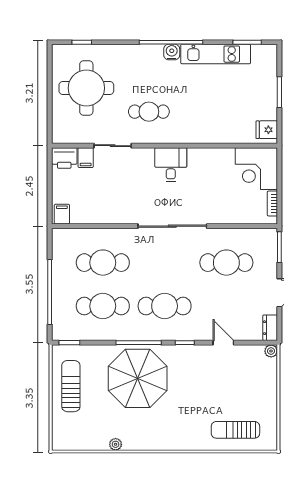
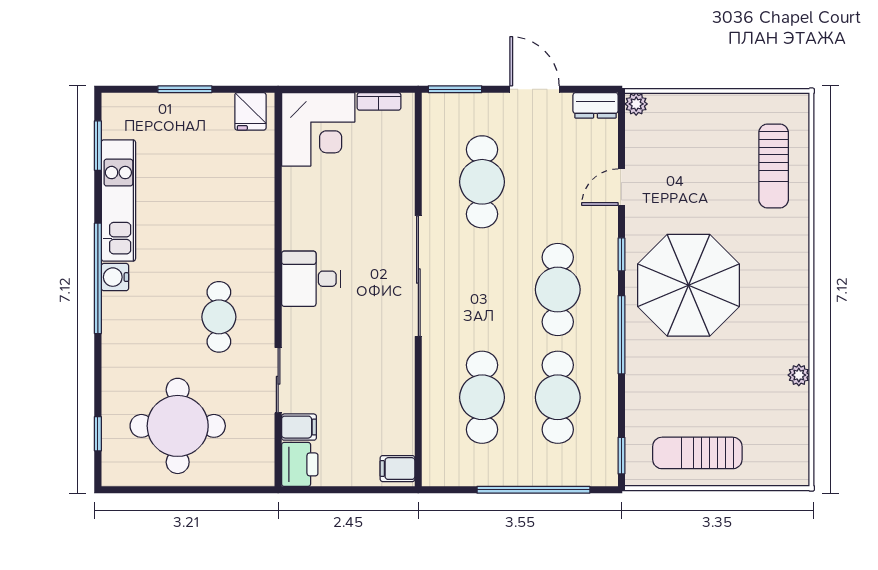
parasol: (138, 378) -> (688, 285), moved

